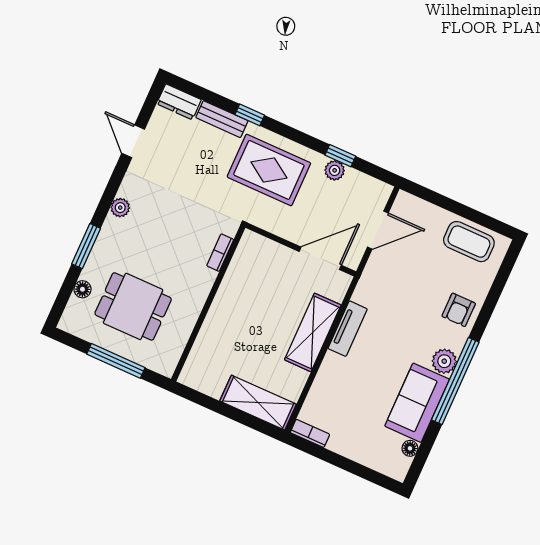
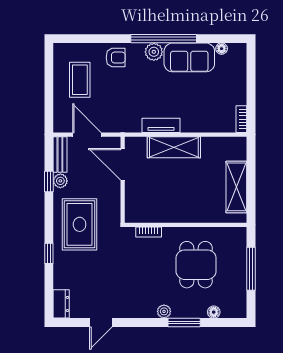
bench: (222, 119) -> (60, 154), moved
plant: (120, 208) -> (164, 311), moved
coffee table: (469, 242) -> (80, 80), moved
dining table: (133, 306) -> (196, 265), moved
shelving: (258, 403) -> (236, 187), moved

